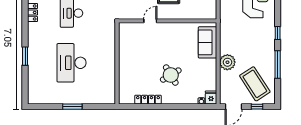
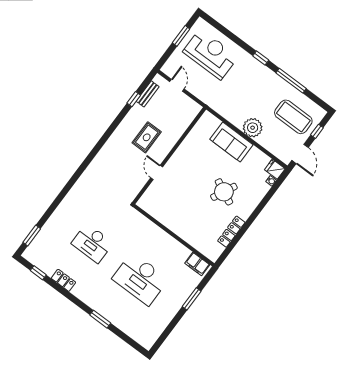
sofa: (207, 42) -> (231, 142), moved
round table: (171, 75) -> (224, 192), turned -33
coffee table: (255, 84) -> (293, 117), turned 33
filing cabinet: (110, 93) -> (197, 264), added
window: (72, 107) -> (192, 299), moved

